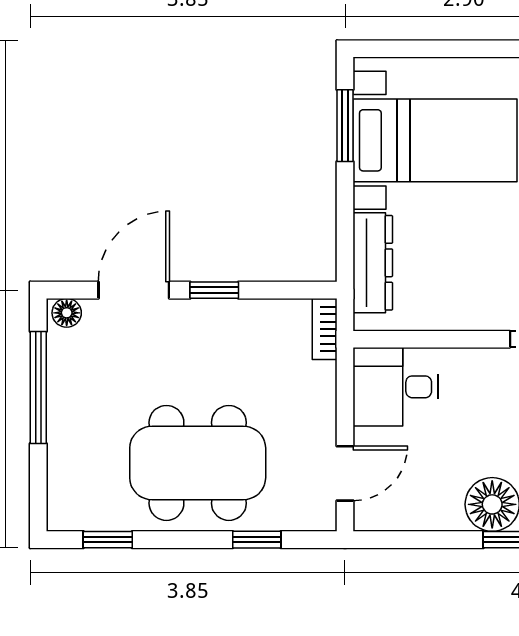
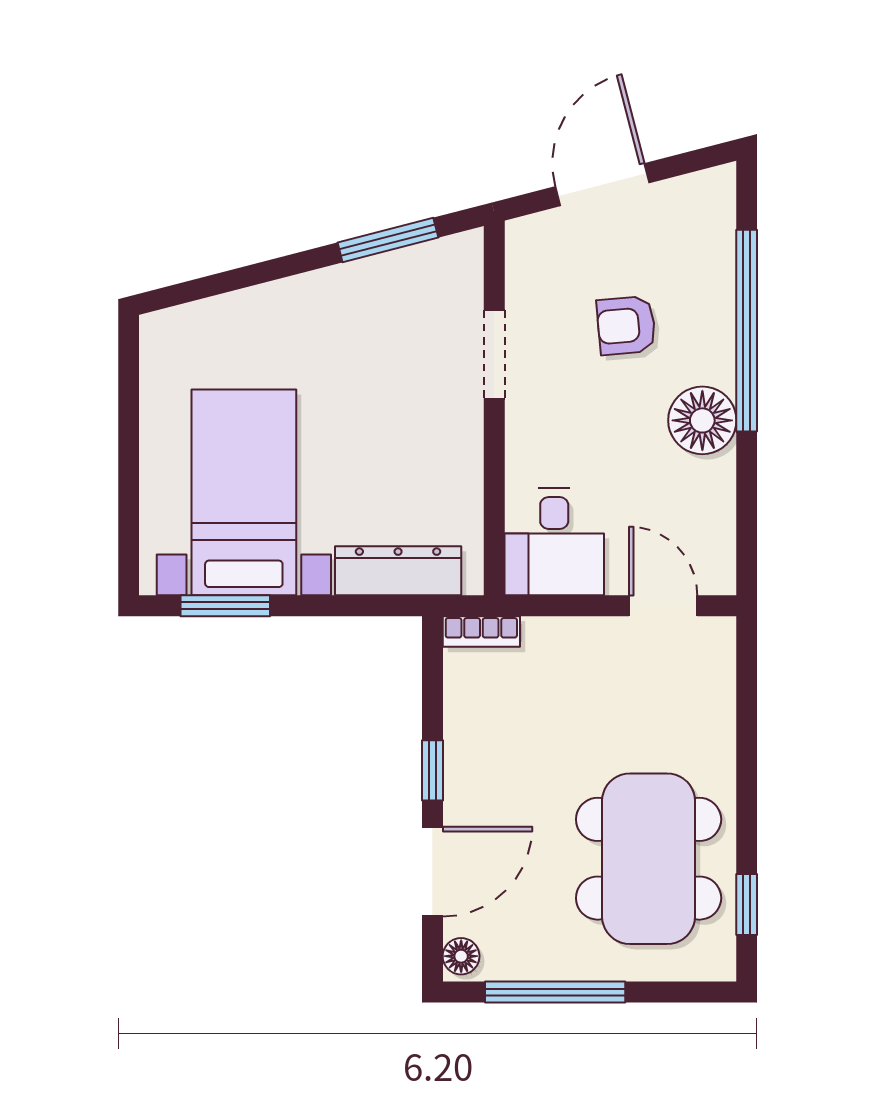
door: (134, 290) -> (432, 872), swing flipped
dining table: (198, 463) -> (649, 859), moved
window: (257, 540) -> (747, 717), removed

